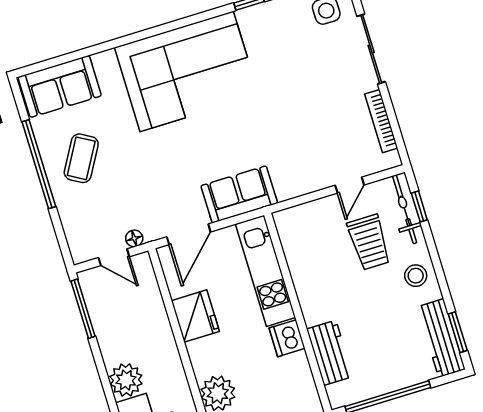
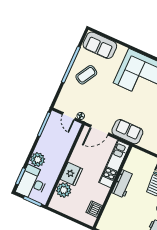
fridge: (195, 316) -> (71, 174), moved
dishwasher: (287, 338) -> (94, 209), moved
workbench: (330, 353) -> (123, 184), moved

